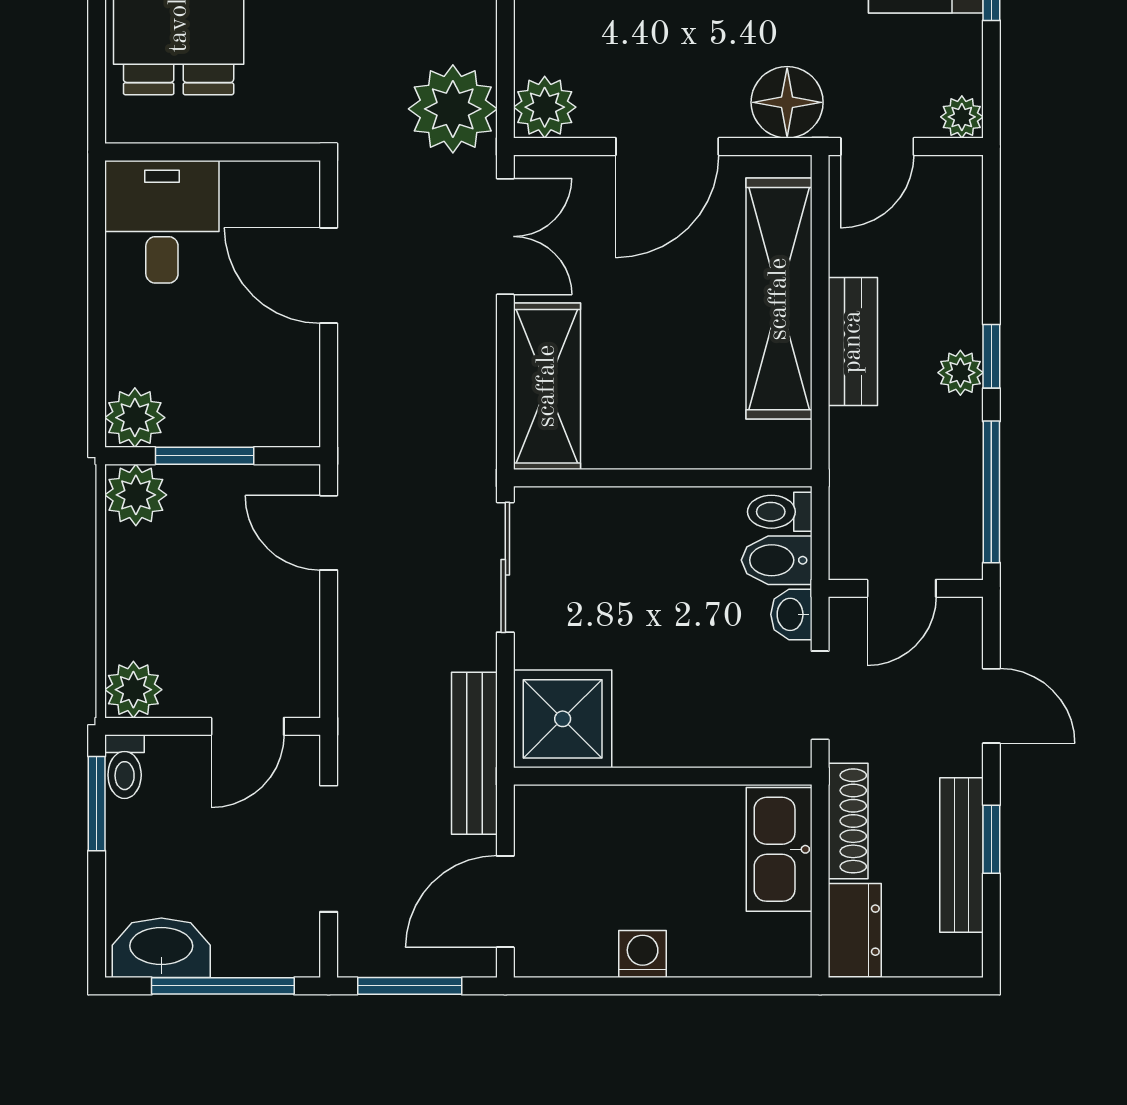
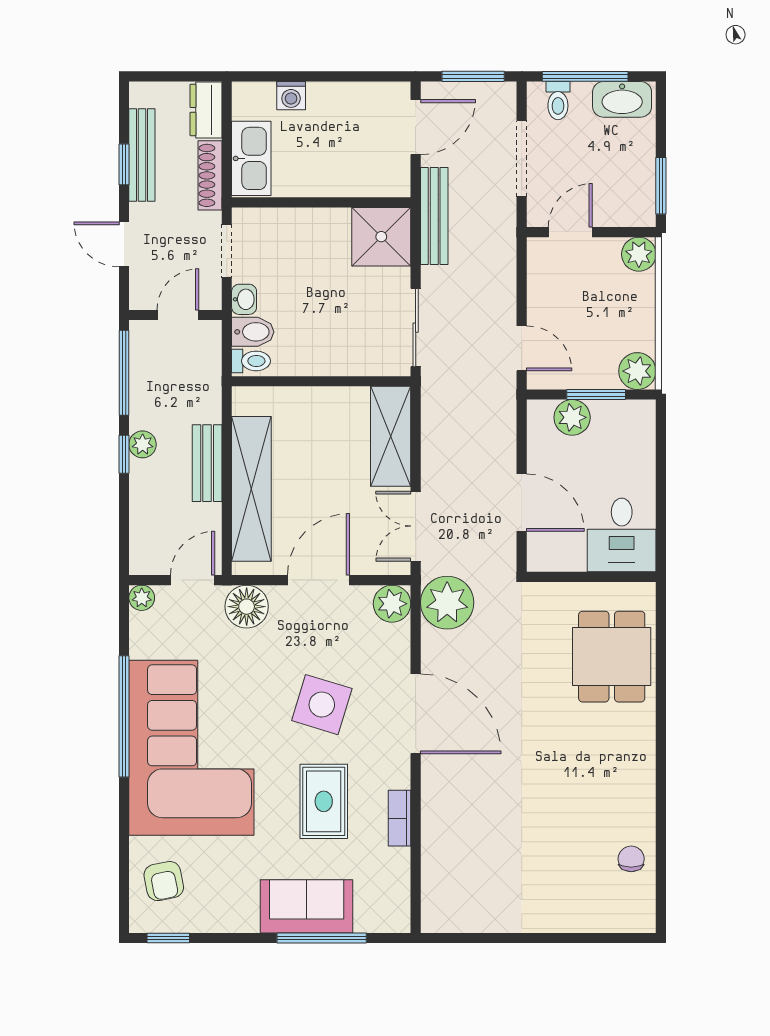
plant: (135, 418) -> (572, 417), moved
toilet: (125, 767) -> (558, 101), moved, turned 180
washing machine: (643, 954) -> (291, 96), moved

